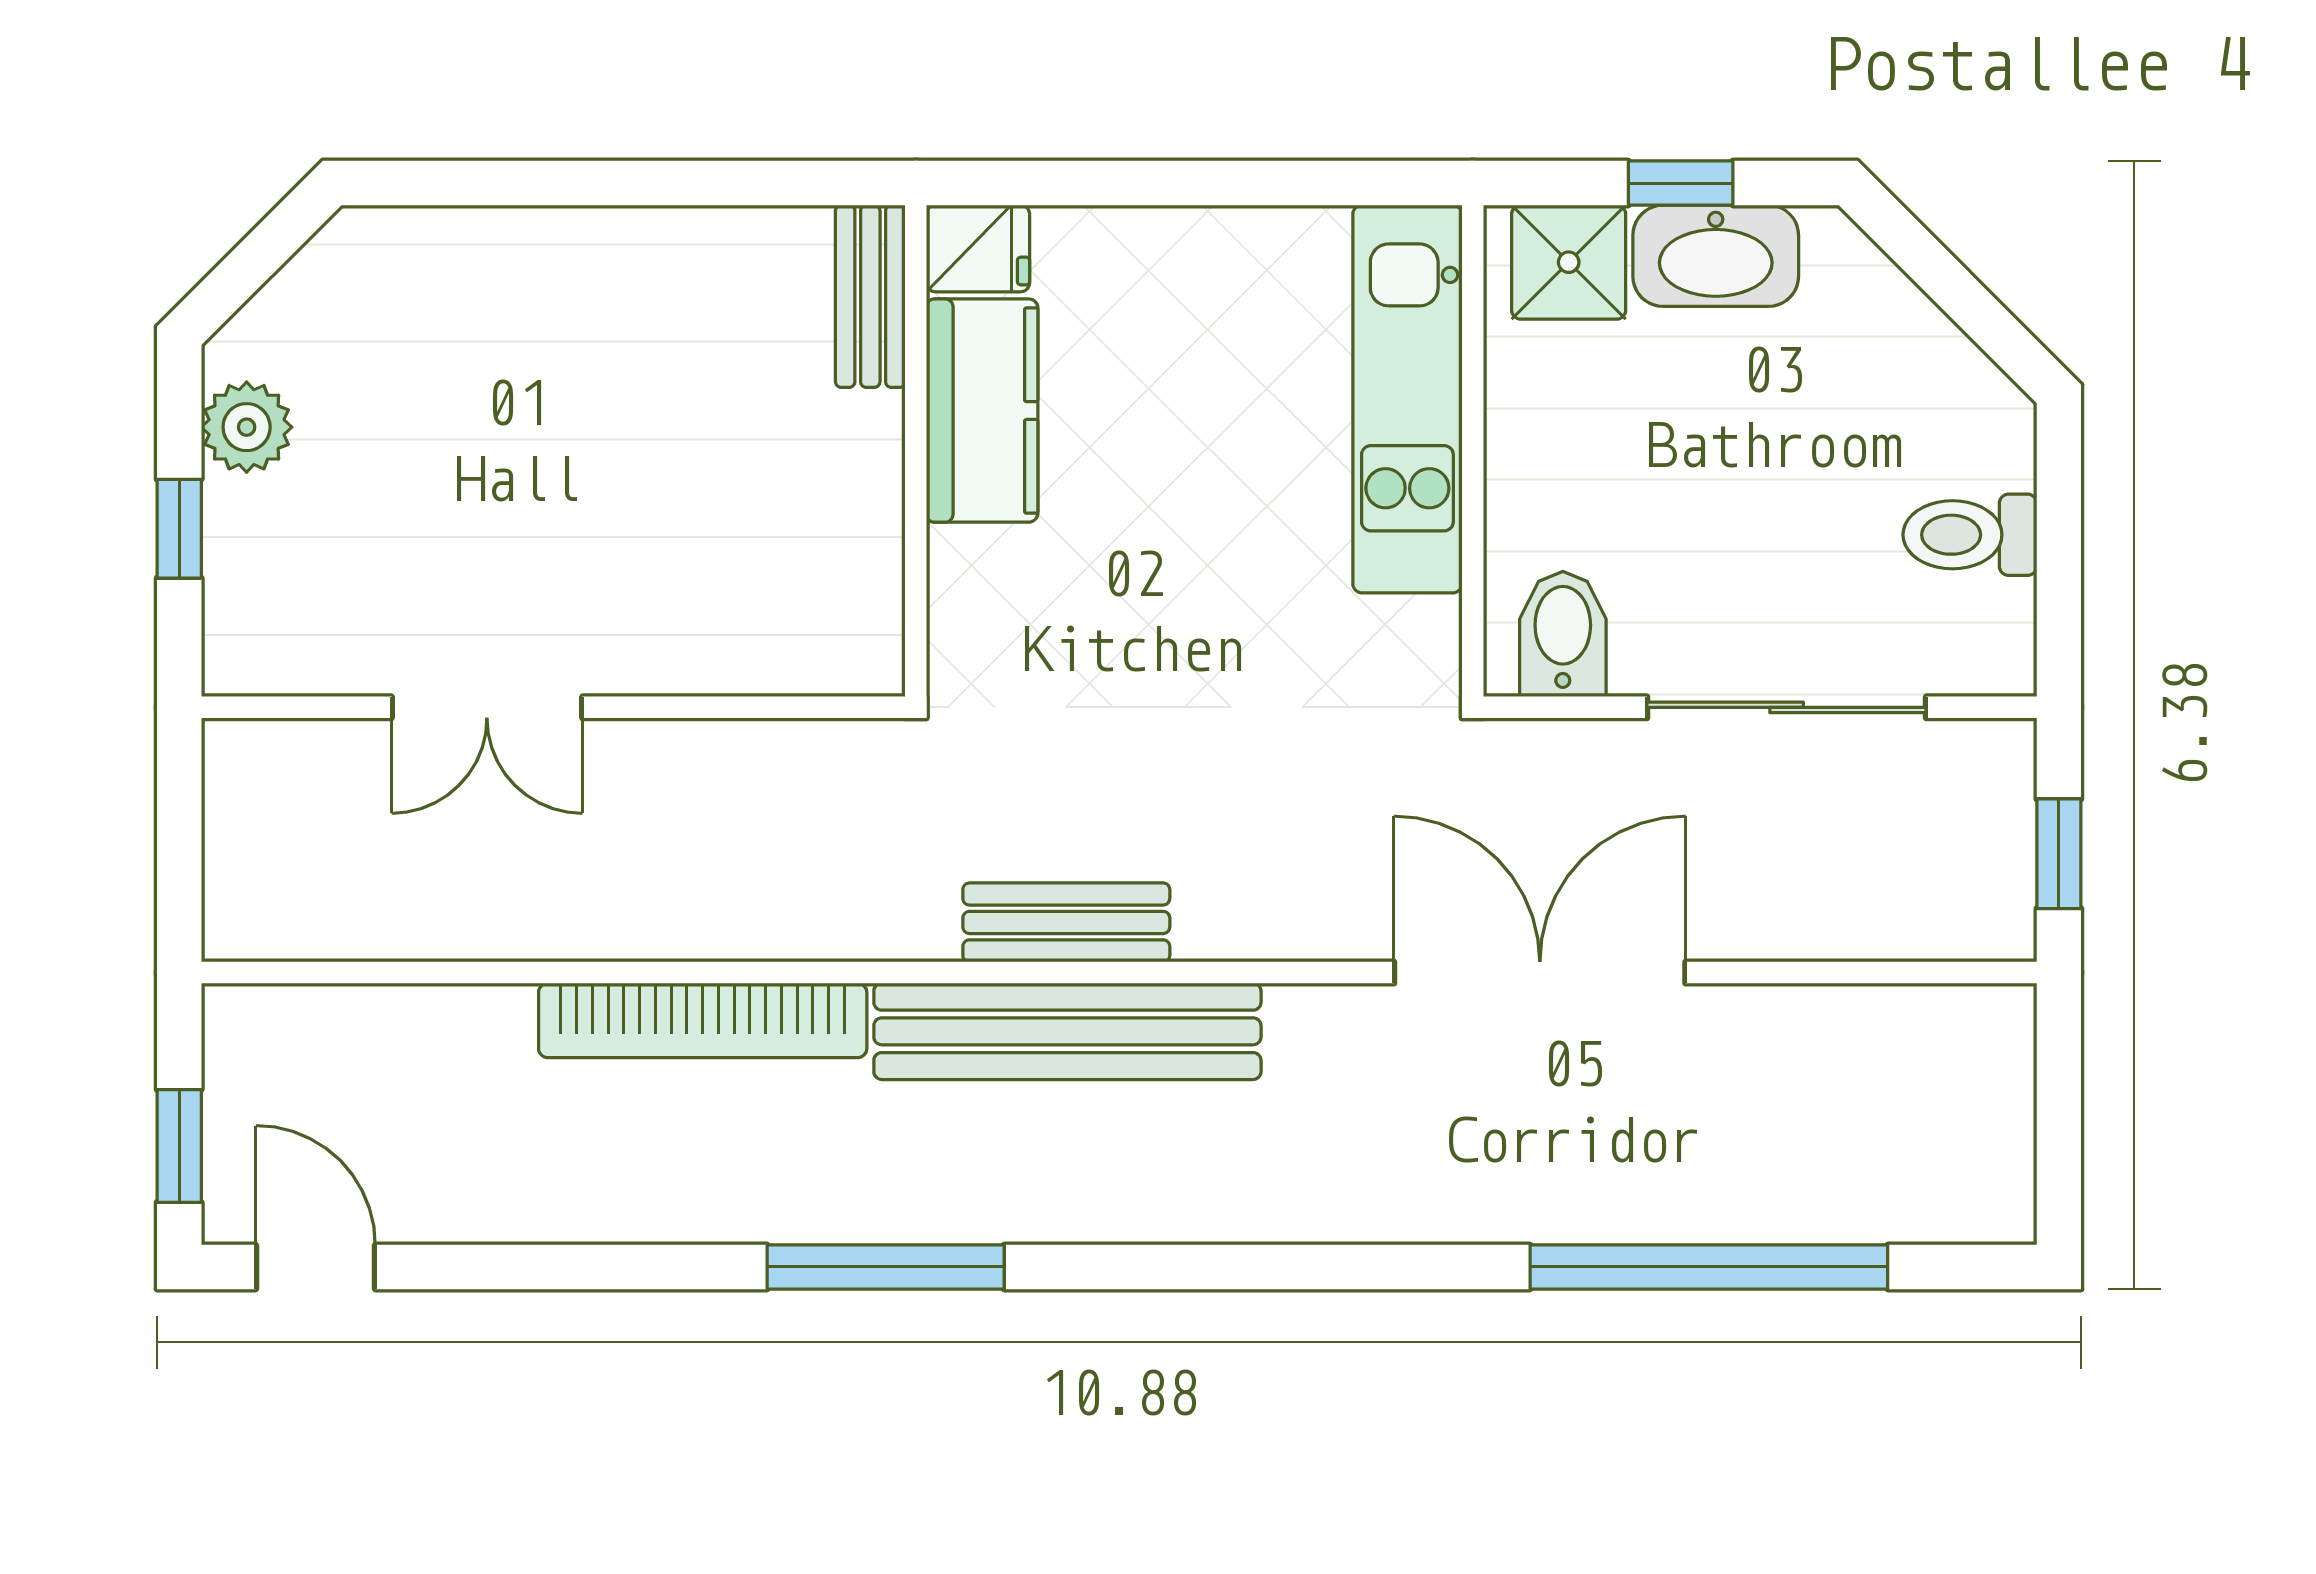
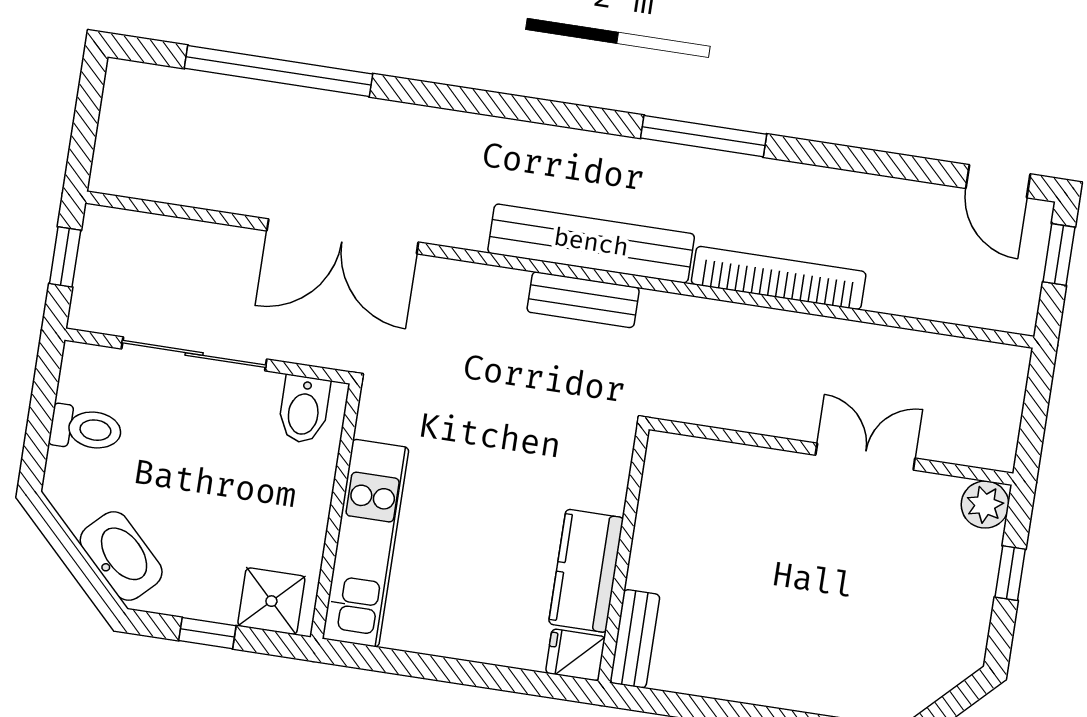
washbasin: (1716, 256) -> (121, 556), moved, turned 45
plant: (247, 427) -> (985, 505), moved

